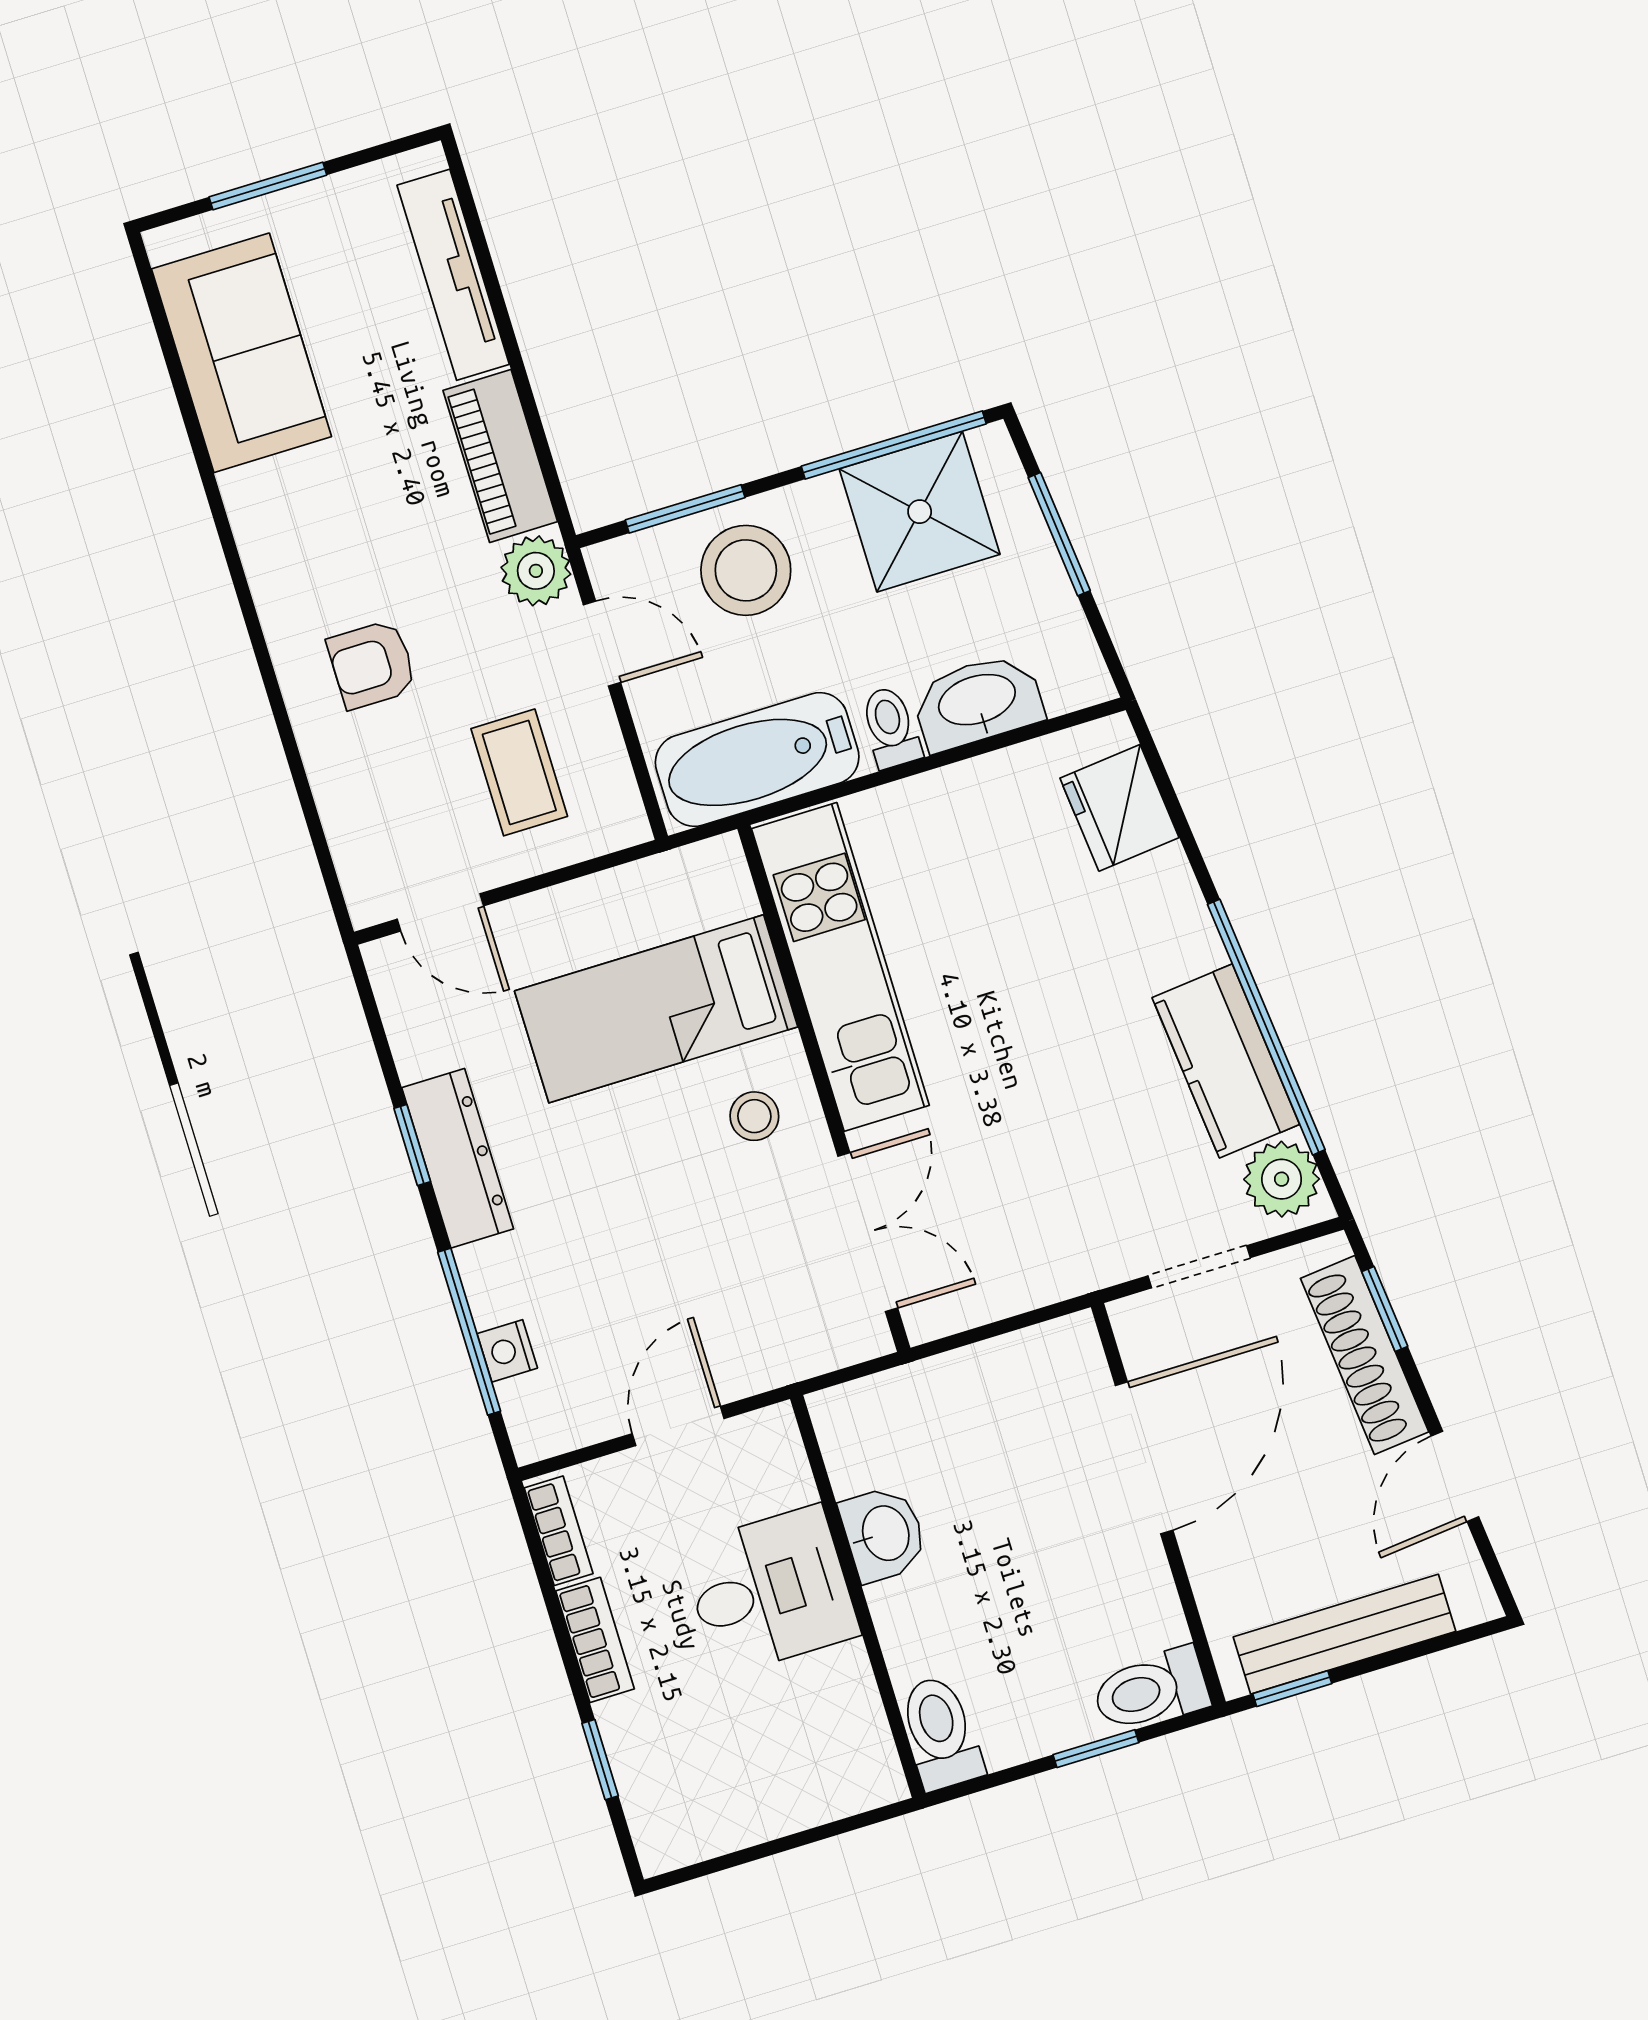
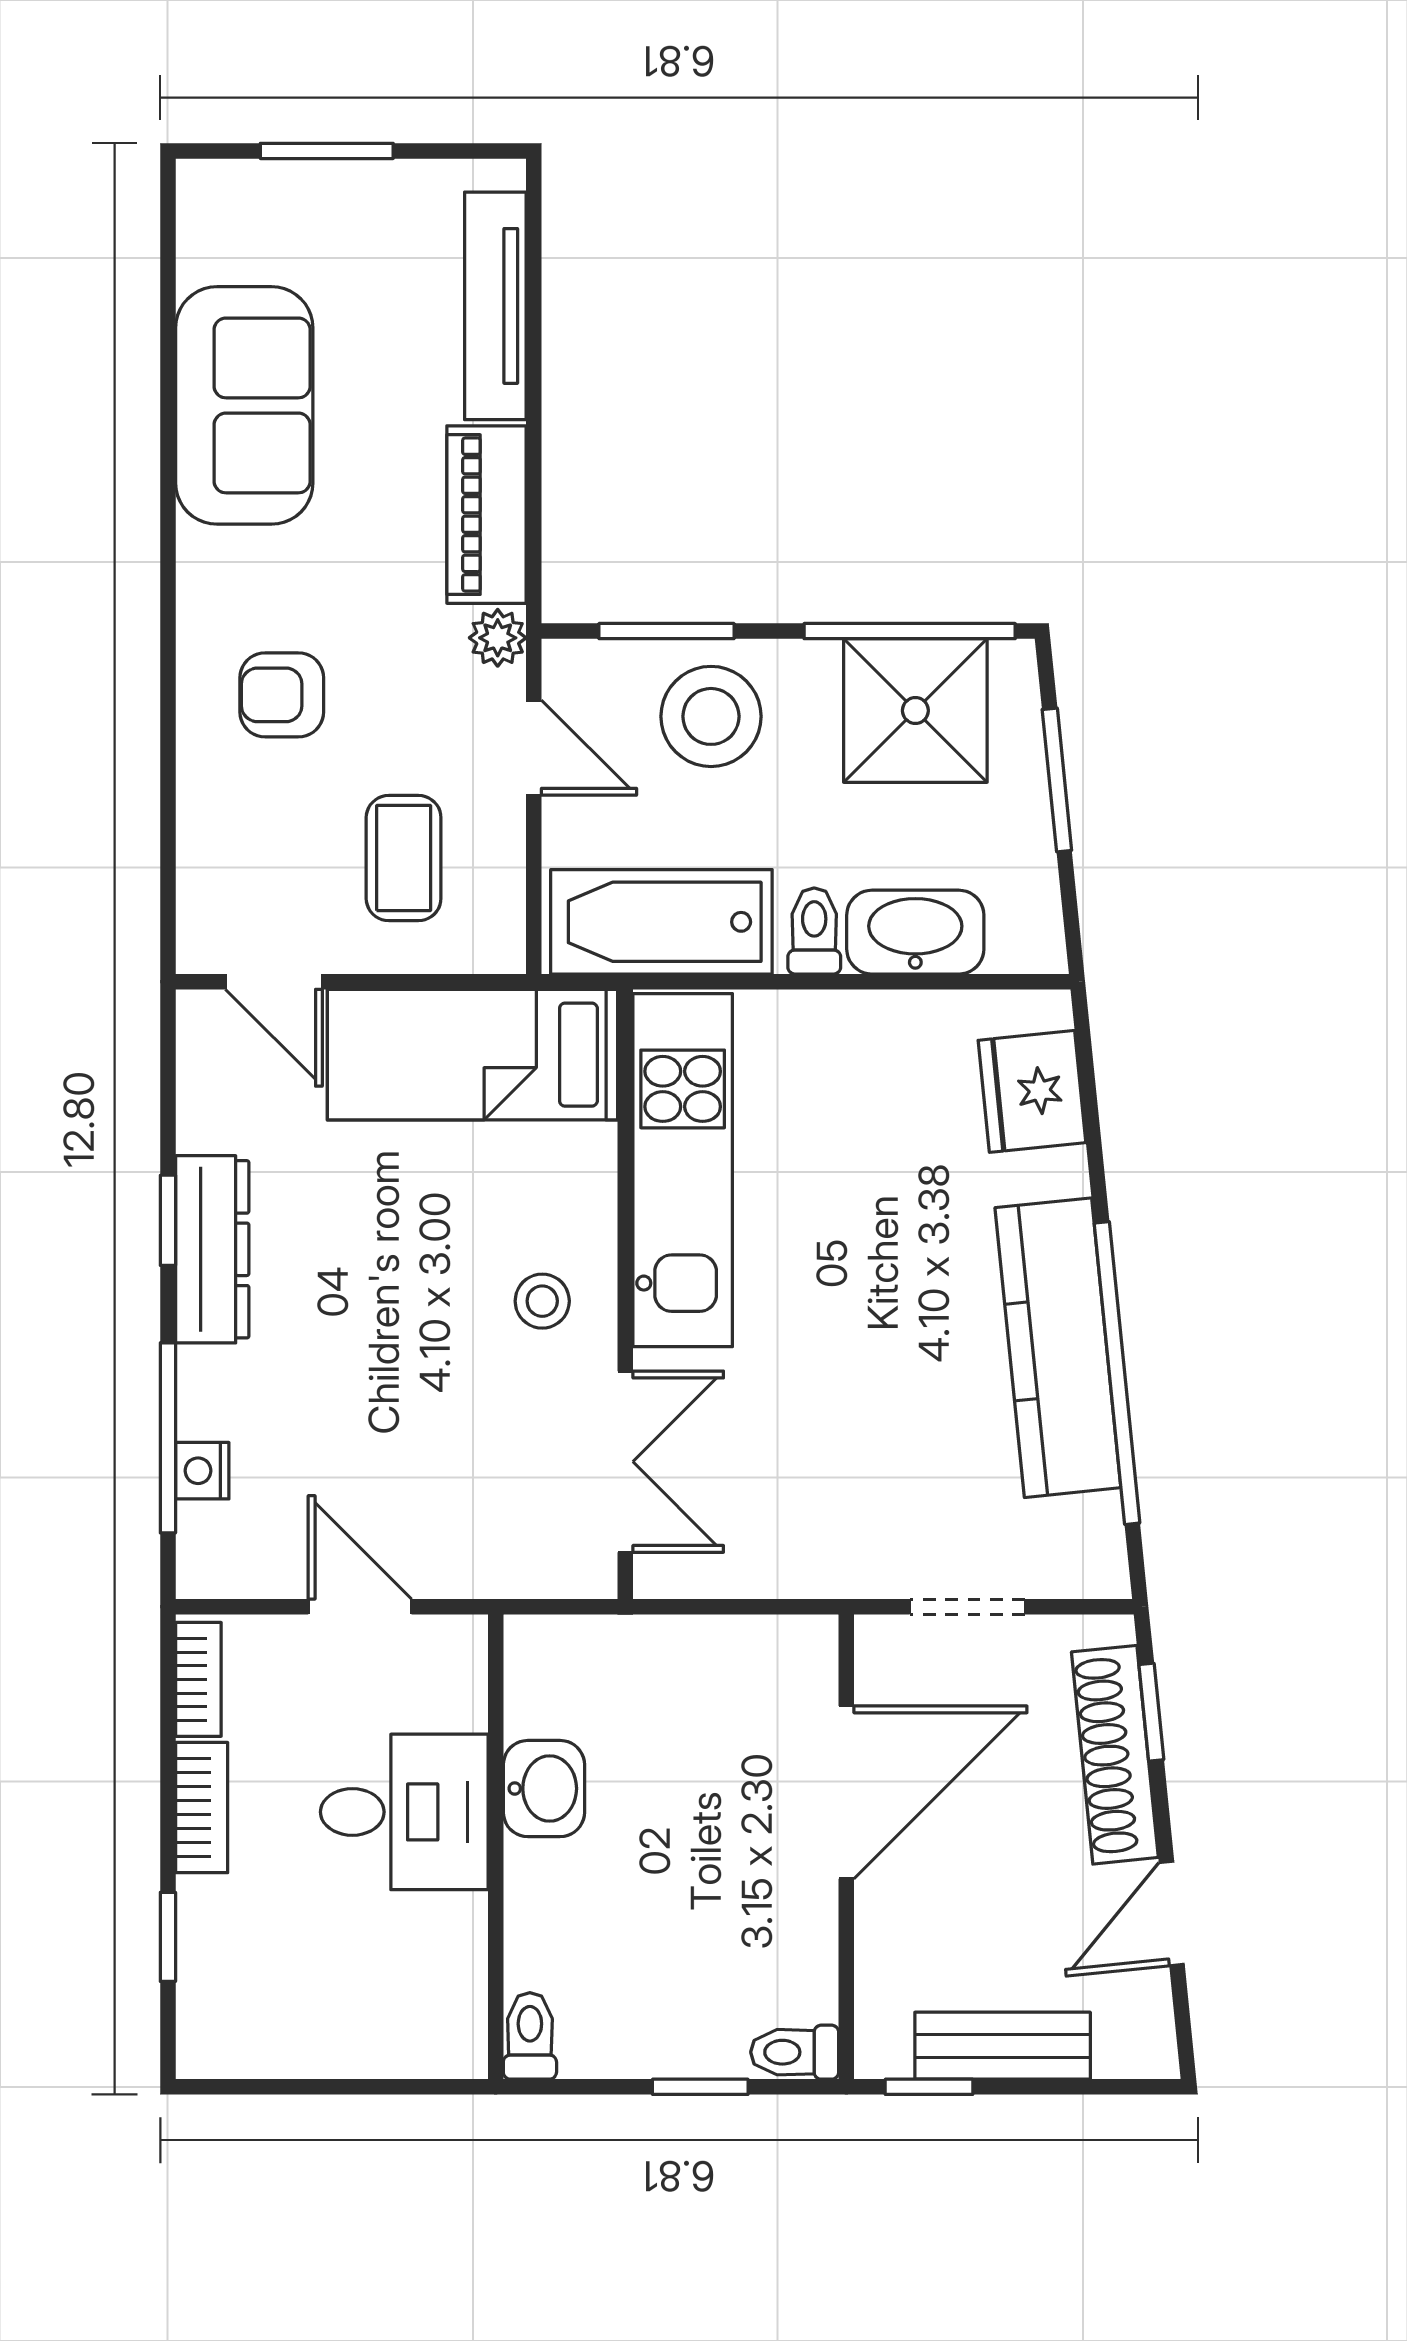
sofa: (242, 353) -> (244, 405), moved
plant: (536, 571) -> (498, 638), width x0.73, depth x0.73
bed: (656, 1009) -> (472, 1055), moved
kitchen counter: (1226, 1061) -> (1058, 1348), width x1.50
plant: (1282, 1179) -> (1084, 1540), removed
door: (678, 1426) -> (360, 1607), hinge flipped
bench: (1345, 1634) -> (1003, 2046), width x0.73
toilet: (1151, 1690) -> (795, 2052), width x0.73, depth x0.72
toilet: (941, 1733) -> (530, 2036), width x0.73, depth x0.72

